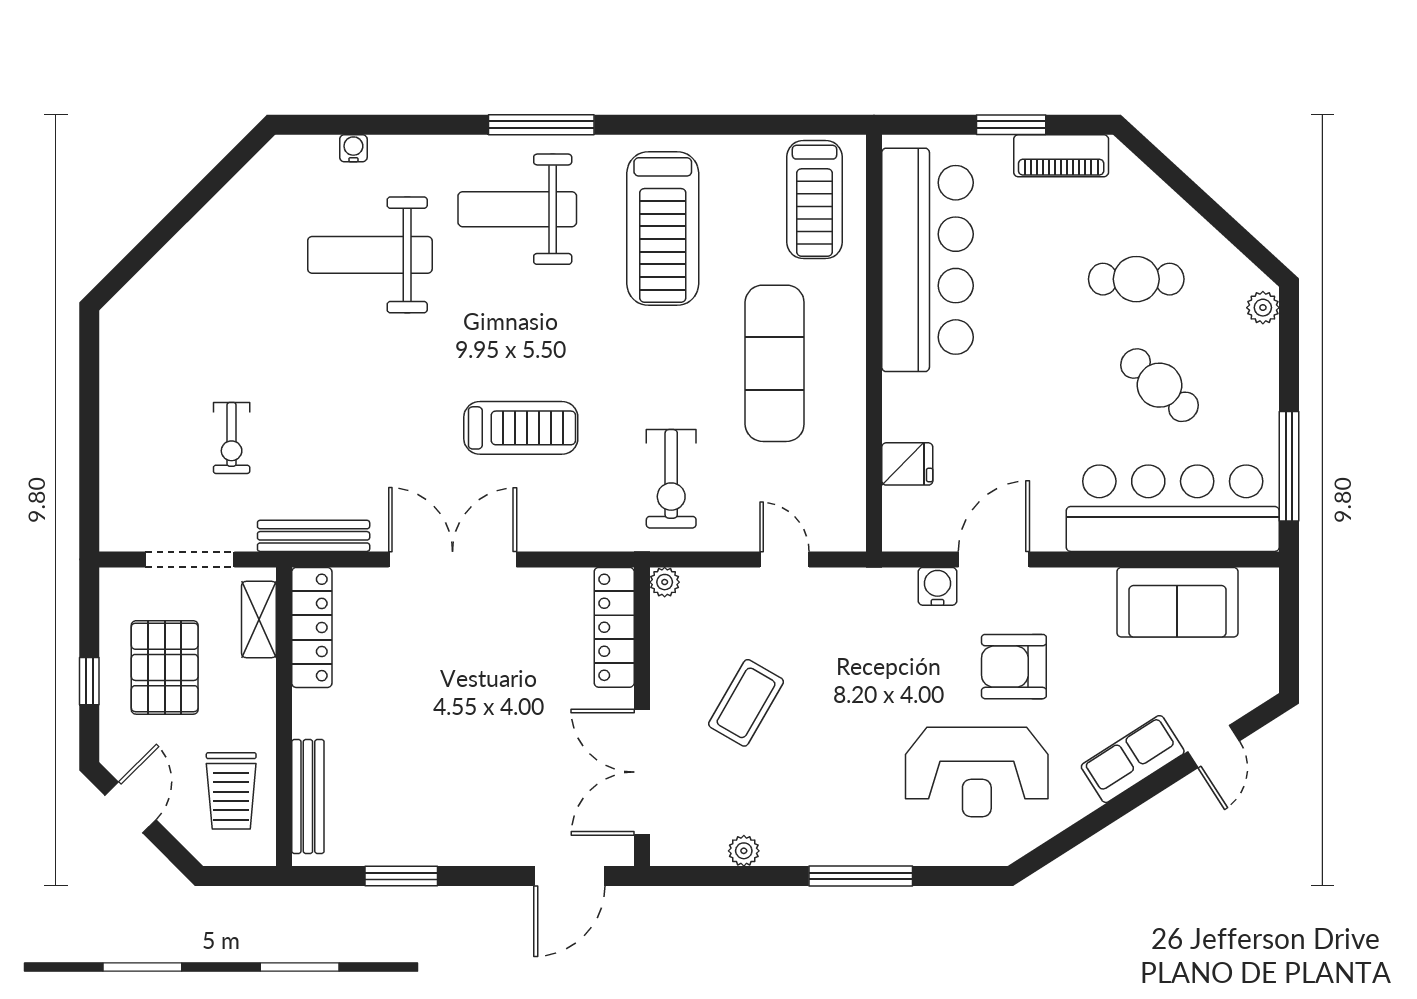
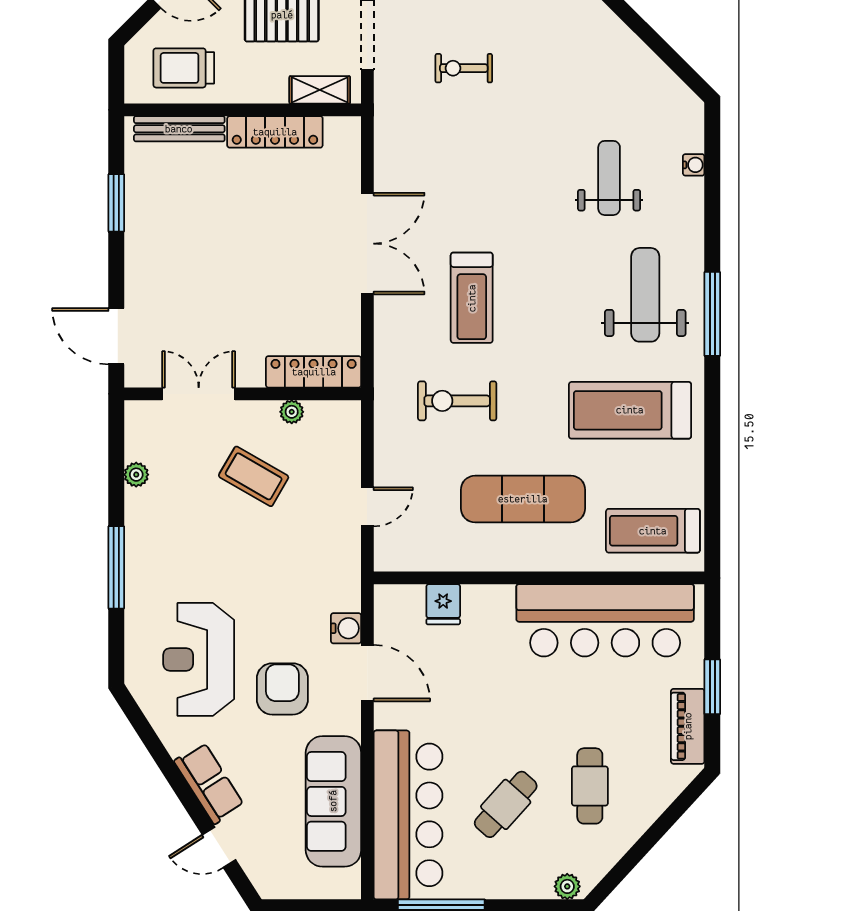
weight bench: (370, 255) -> (609, 178), width x0.73, depth x0.75
exercise bike: (671, 479) -> (457, 401), moved
bench: (314, 536) -> (386, 133), removed
plant: (665, 582) -> (292, 412), moved
sofa: (1177, 602) -> (333, 801), width x1.36
locker: (312, 627) -> (275, 132), moved
double door: (642, 772) -> (199, 394), width x0.73

